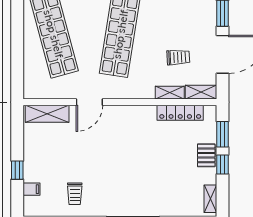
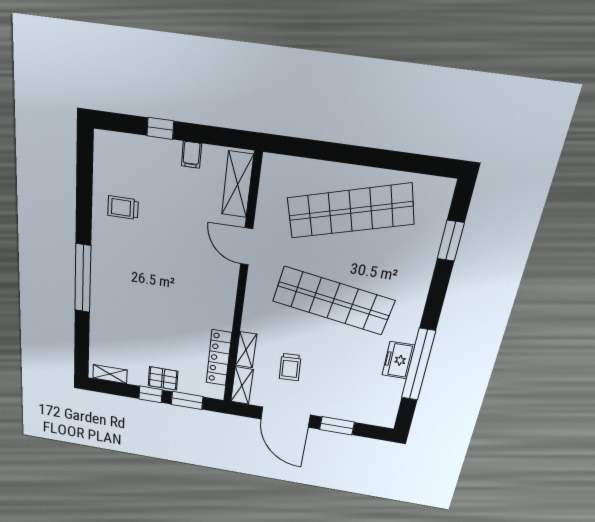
filing cabinet: (32, 189) -> (191, 155), moved

